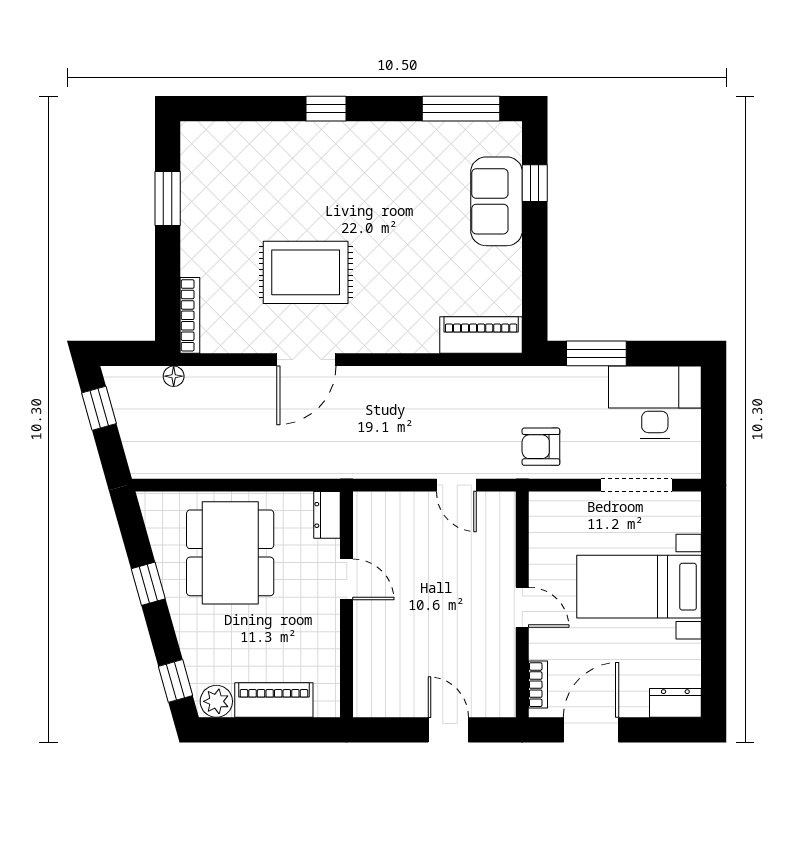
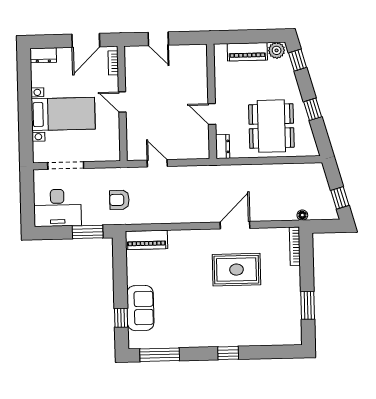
armchair: (541, 447) -> (119, 200), moved, turned 180

